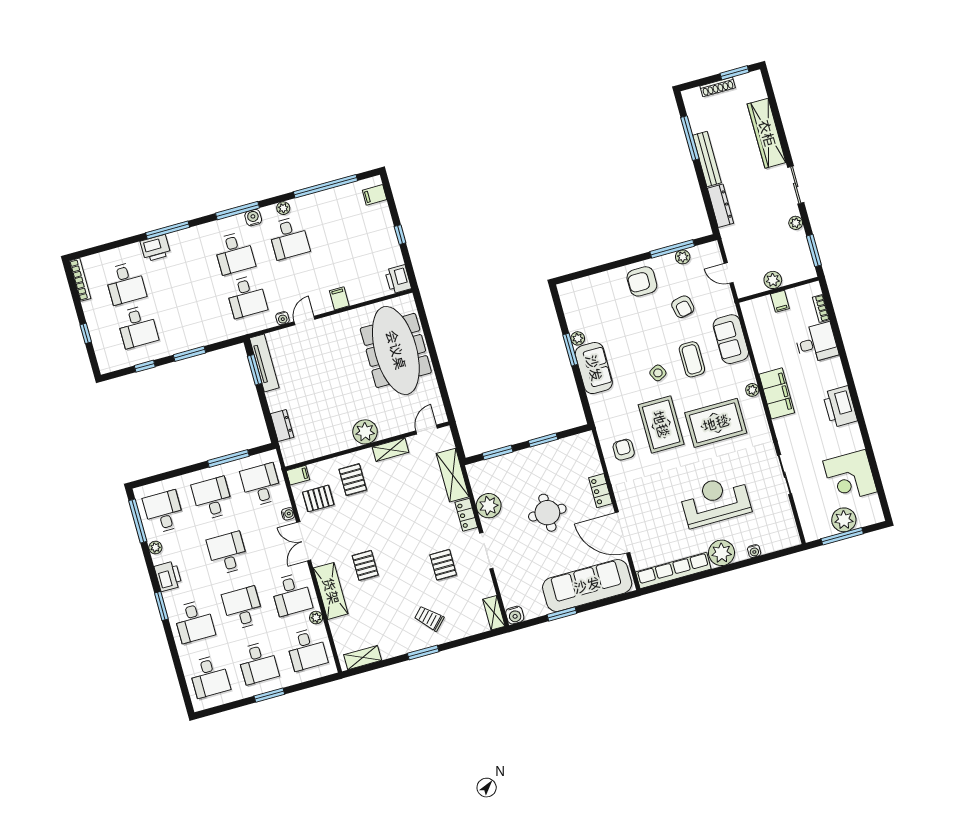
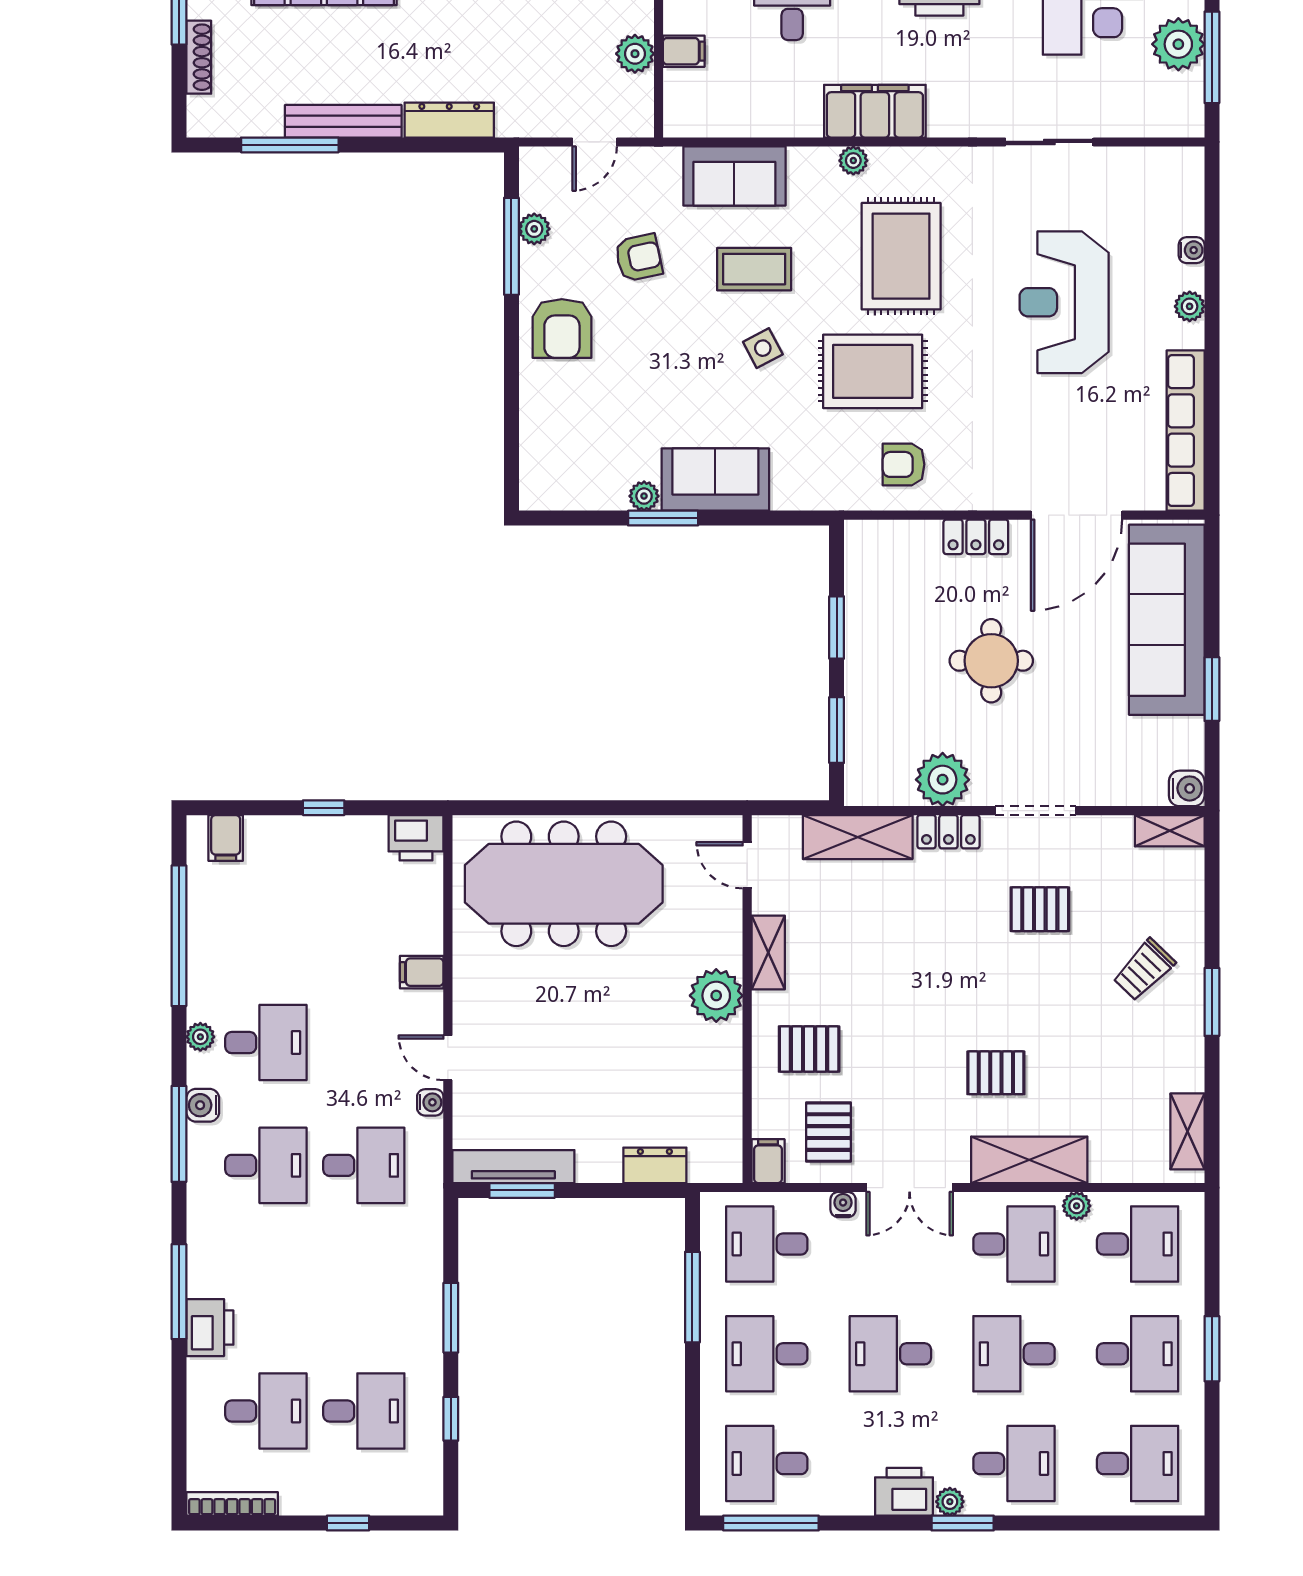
plant: (155, 548) -> (950, 1502), moved
plant: (722, 553) -> (1190, 306), width x0.53, depth x0.53

